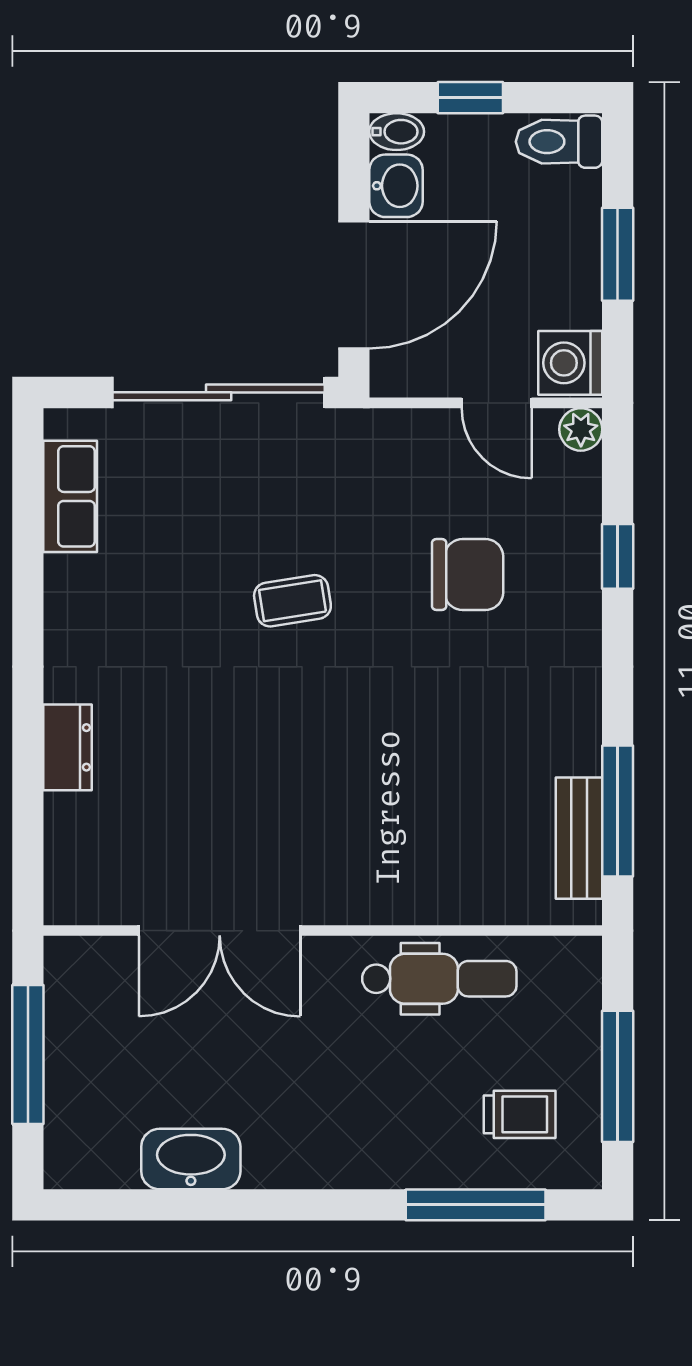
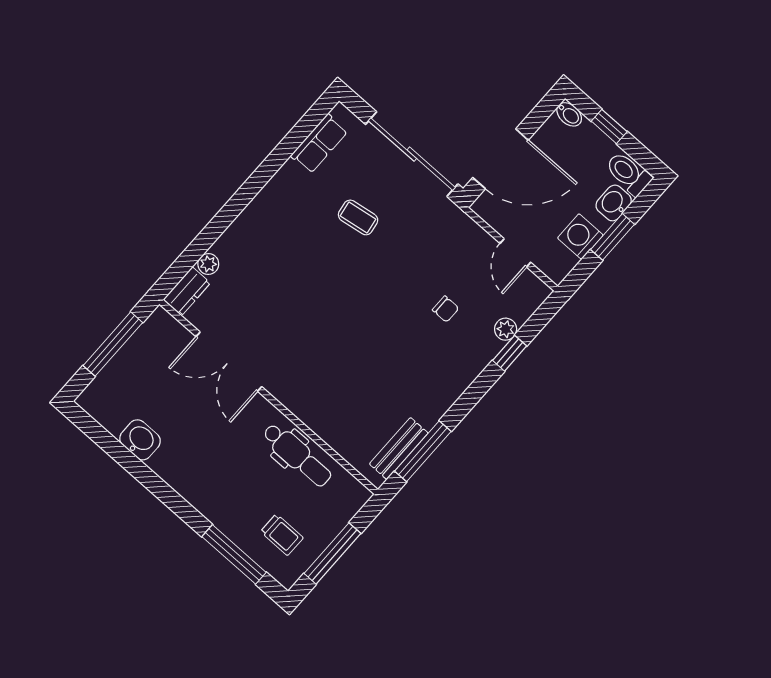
washbasin: (396, 186) -> (614, 203), moved, turned 180
washing machine: (570, 363) -> (580, 236), moved
plant: (581, 429) -> (506, 329), moved
chair: (468, 575) -> (446, 309), width x0.54, depth x0.54
coffee table: (292, 601) -> (358, 217), moved
dresser: (68, 747) -> (187, 291), moved
plant: (64, 815) -> (208, 264), added
washbasin: (191, 1159) -> (140, 440), width x0.72

